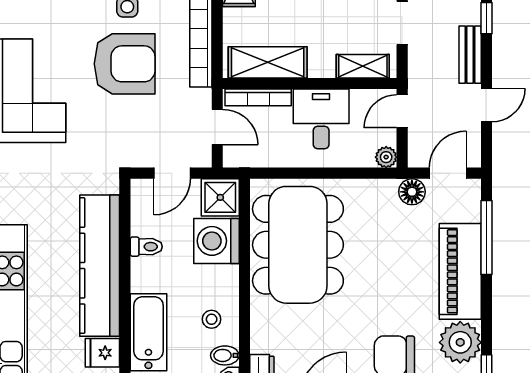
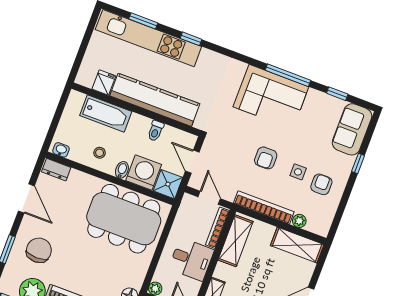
armchair: (125, 64) -> (266, 158), width x0.53, depth x0.53
door: (217, 127) -> (209, 198), swing flipped
bidet: (225, 355) -> (122, 170), moved

